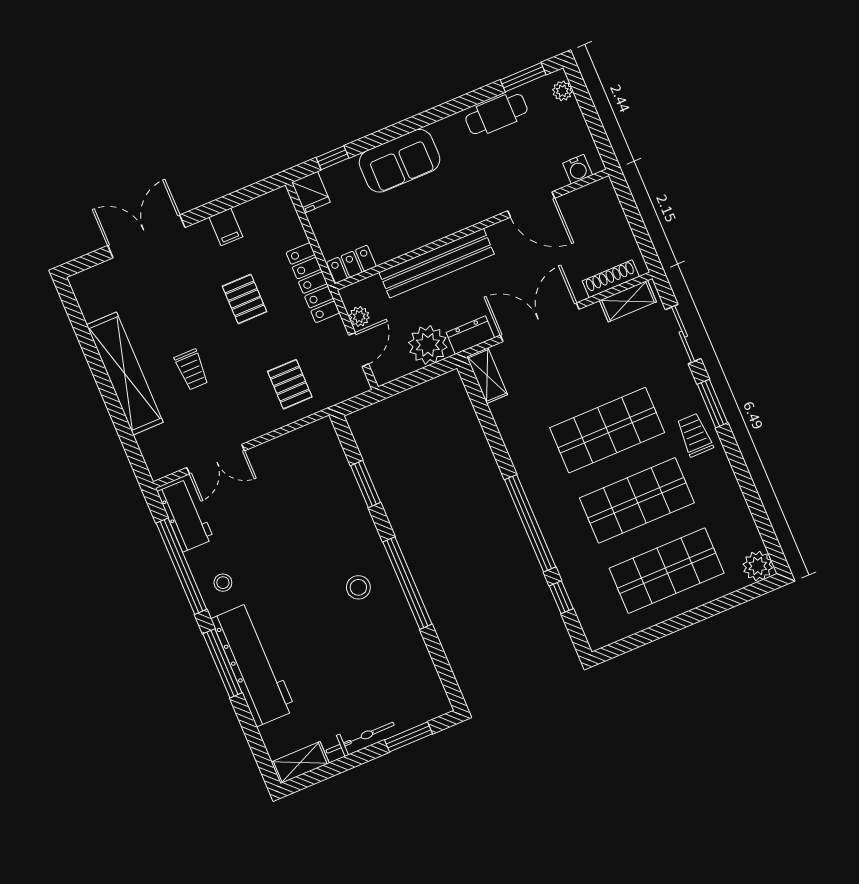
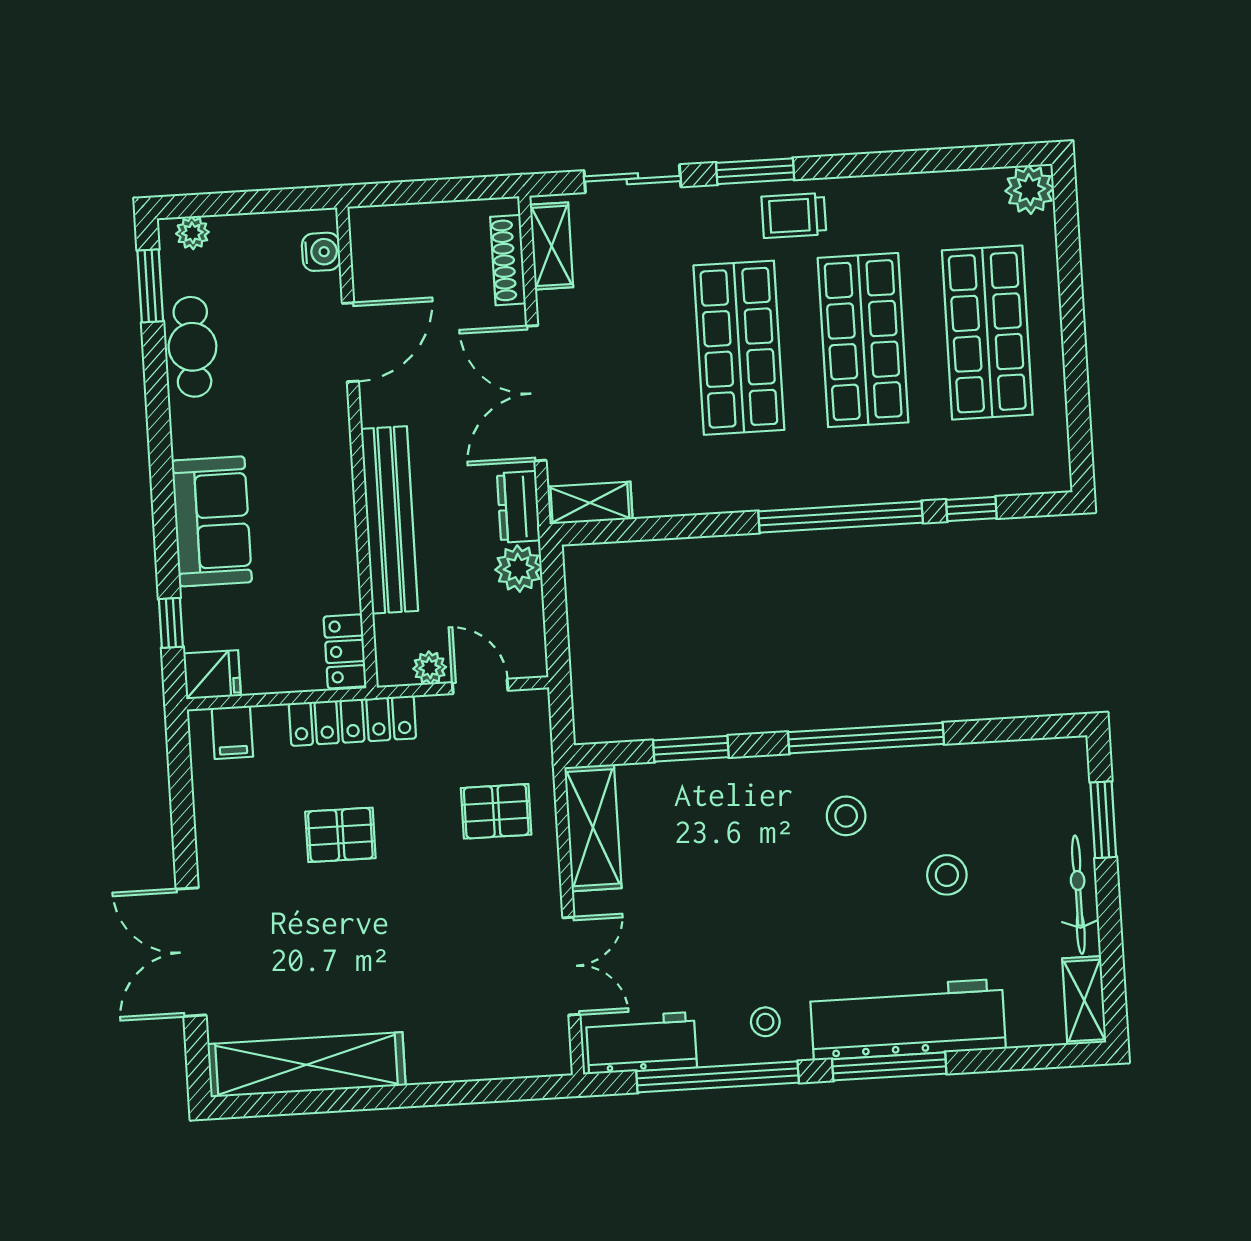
filing cabinet: (226, 227) -> (232, 732), moved, turned 90
plant: (428, 345) -> (518, 569), width x0.73, depth x0.73
trolley: (192, 370) -> (420, 954), removed
shelving: (125, 374) -> (306, 1065), moved
shelving: (300, 443) -> (593, 828), added
stool: (345, 658) -> (947, 875), added

